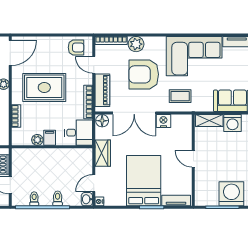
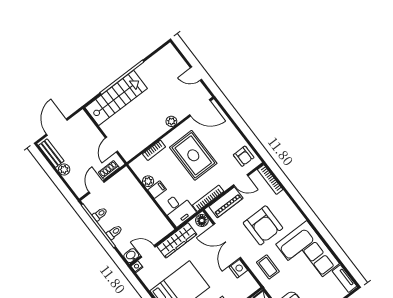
plant: (136, 44) -> (282, 201), removed
door: (94, 65) -> (241, 180), swing flipped
armchair: (144, 74) -> (263, 225), turned 180
wardrobe: (103, 153) -> (177, 240), width x1.50

